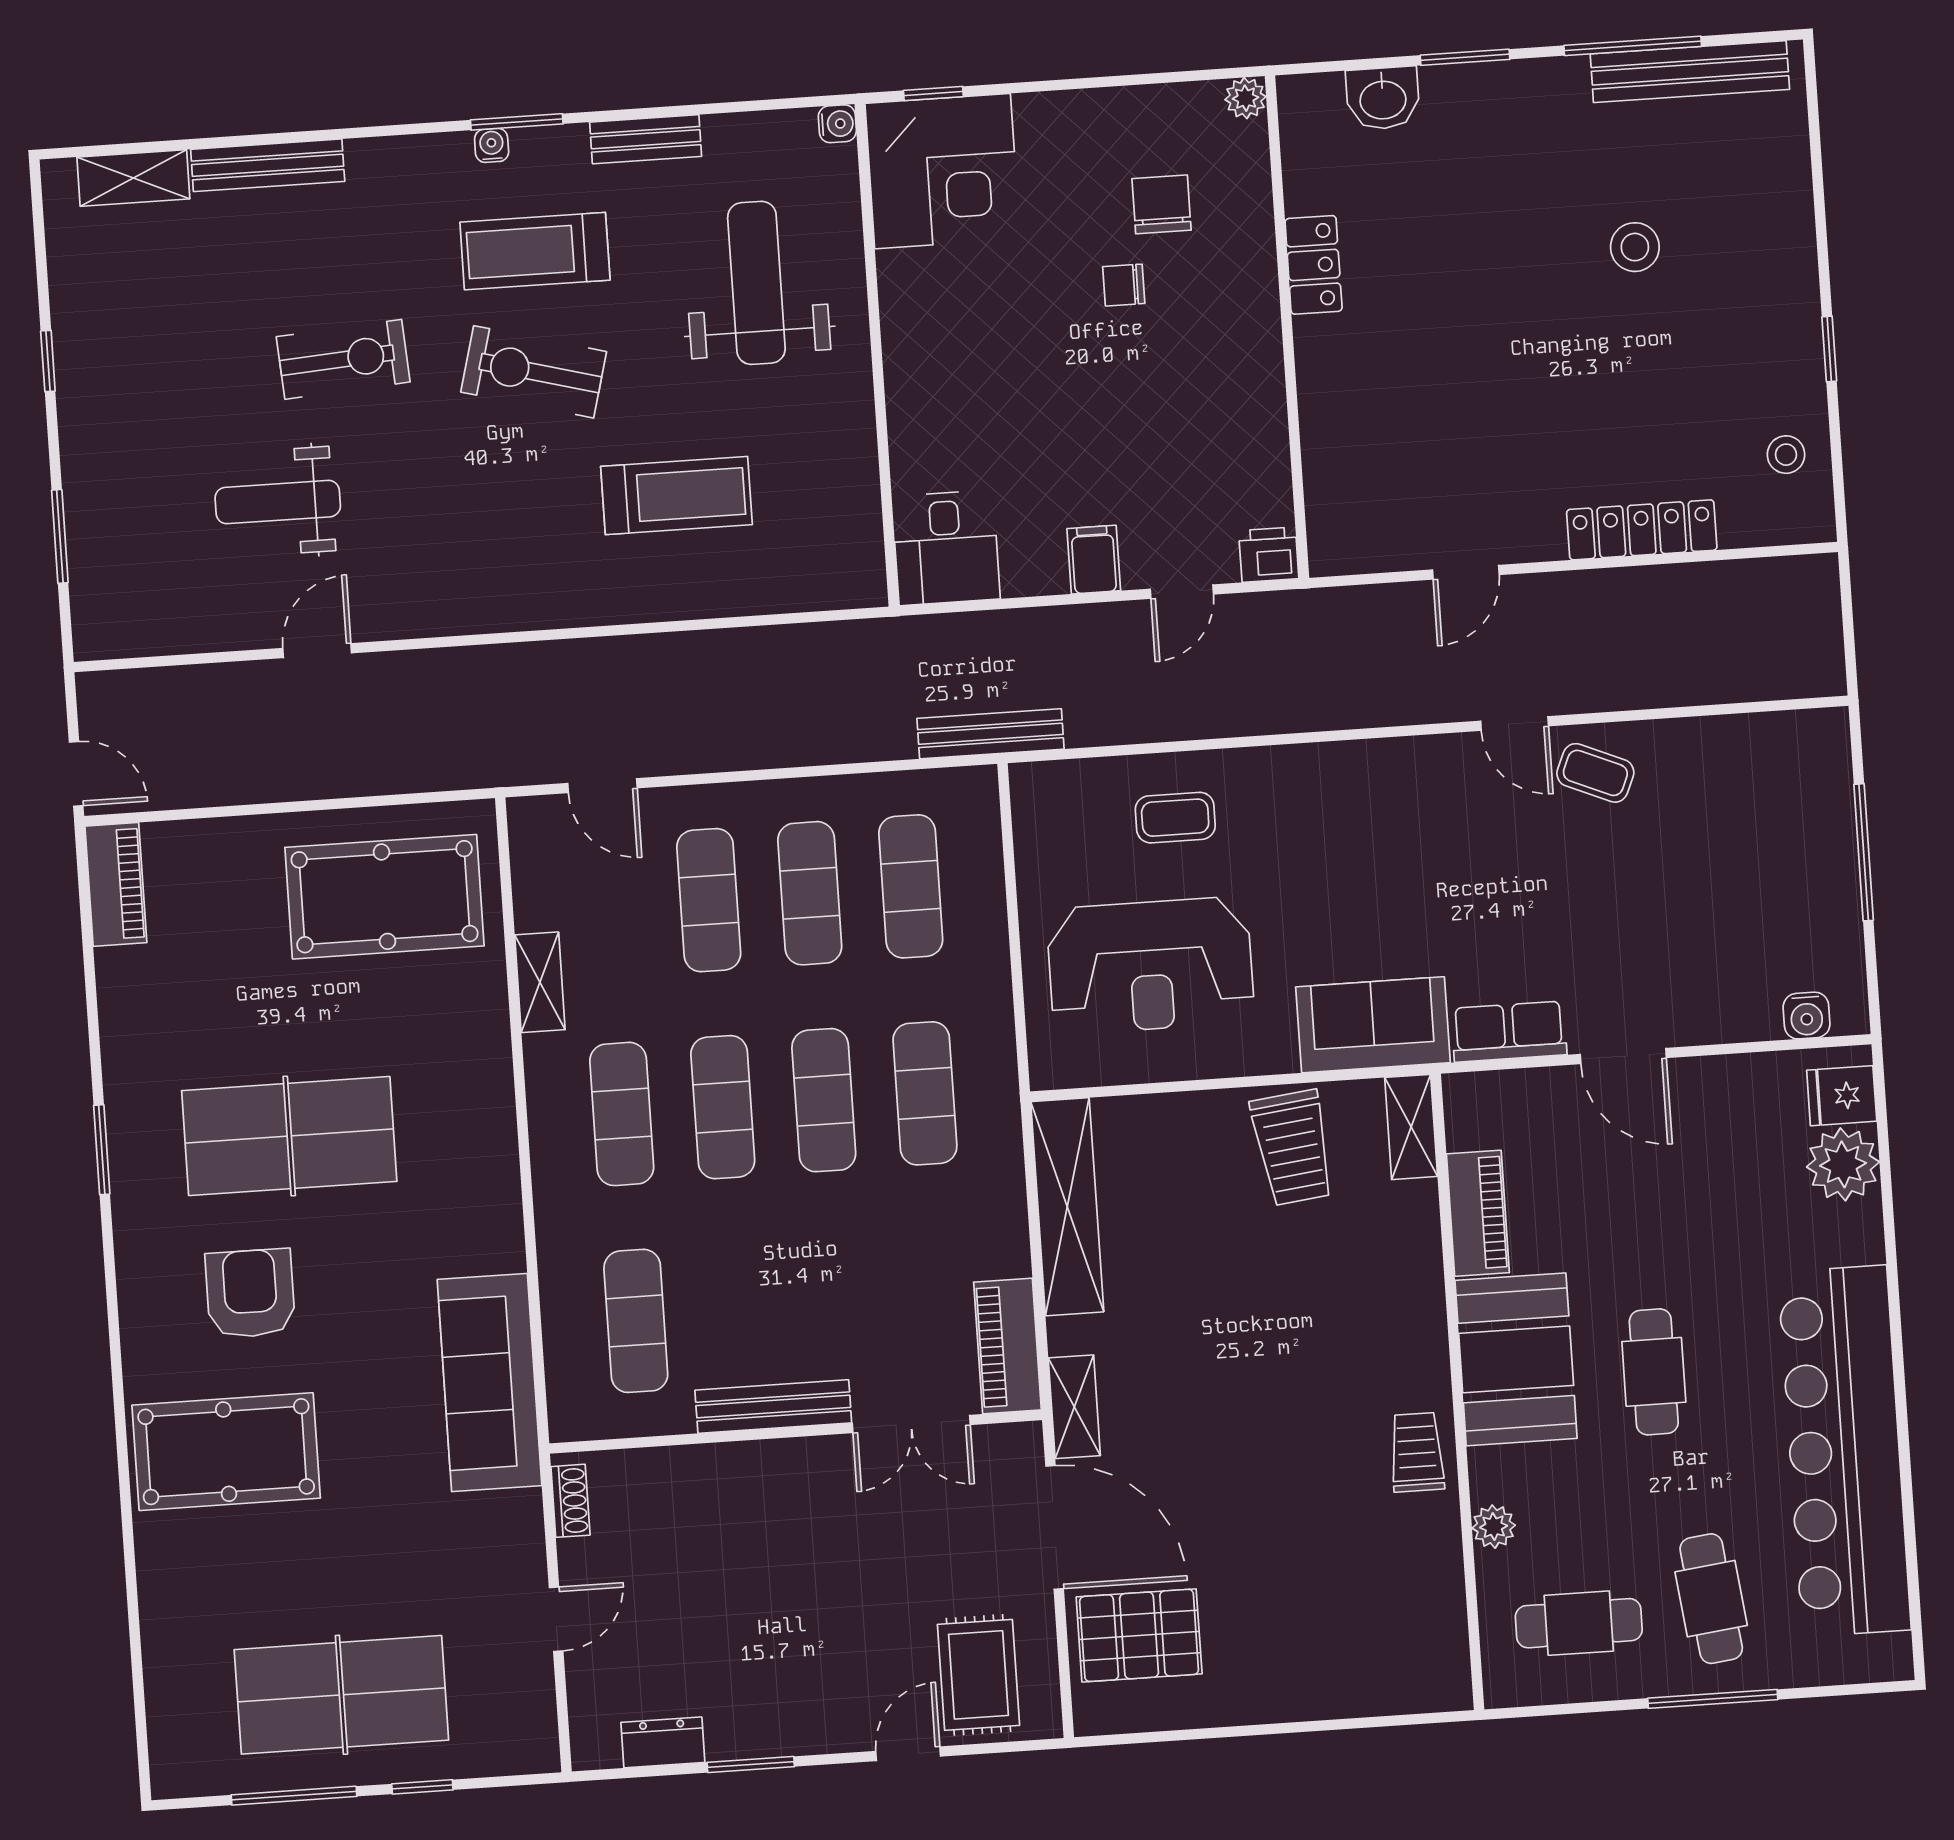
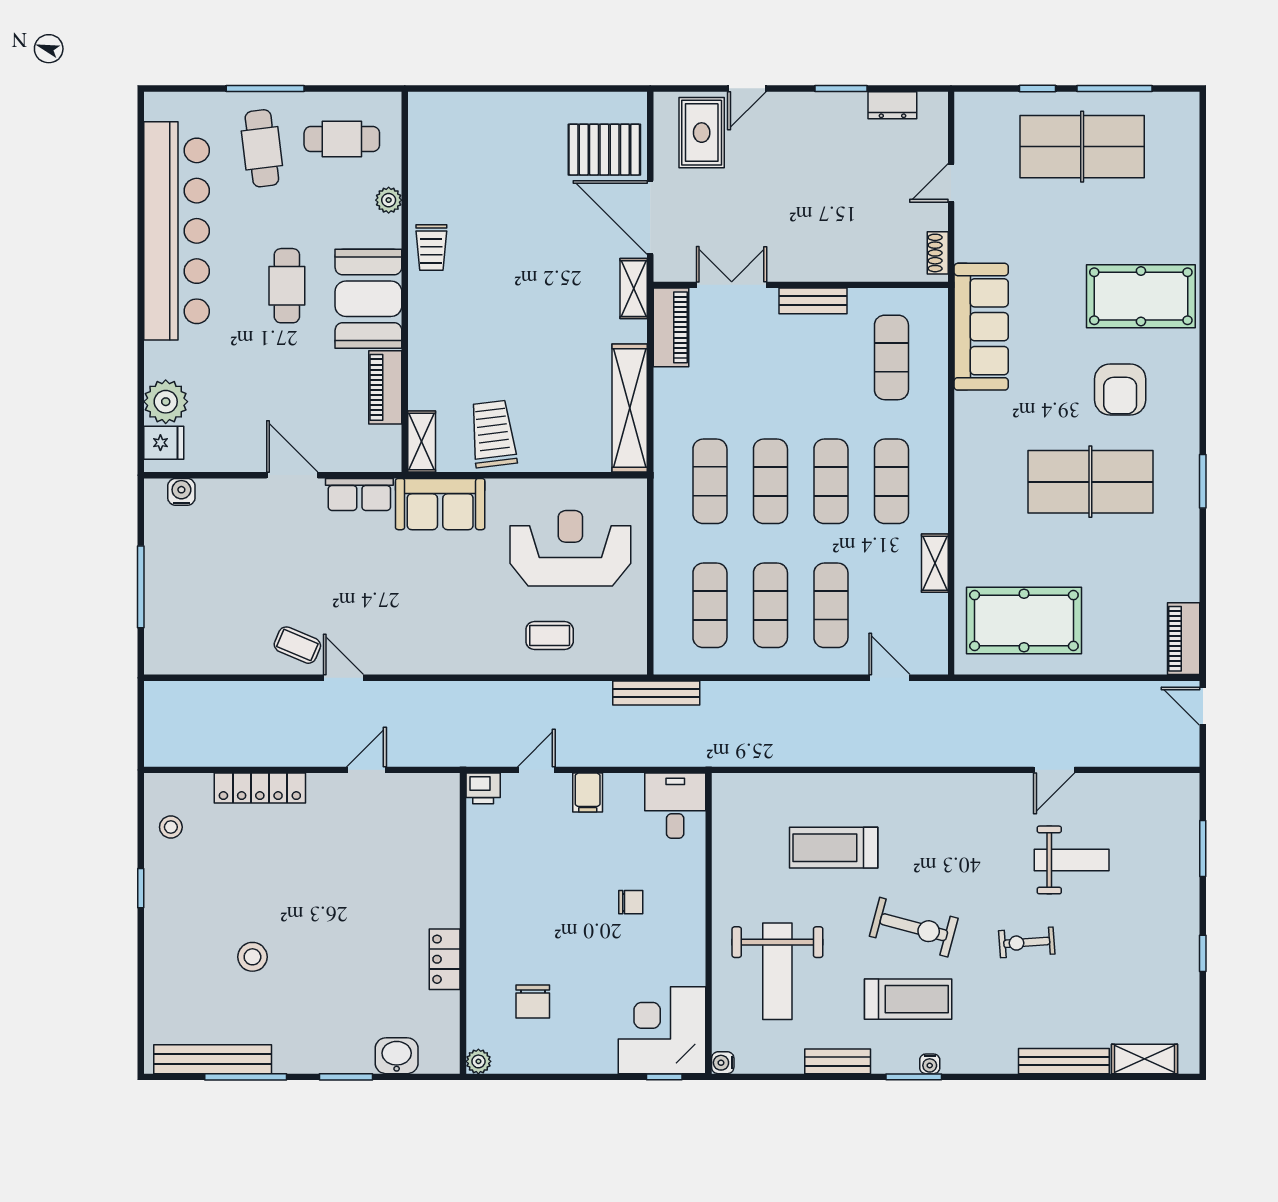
chair: (1124, 285) -> (631, 902), moved
exercise bike: (343, 359) -> (1027, 942), width x0.73, depth x0.72
bench: (773, 1407) -> (813, 301), width x0.73

